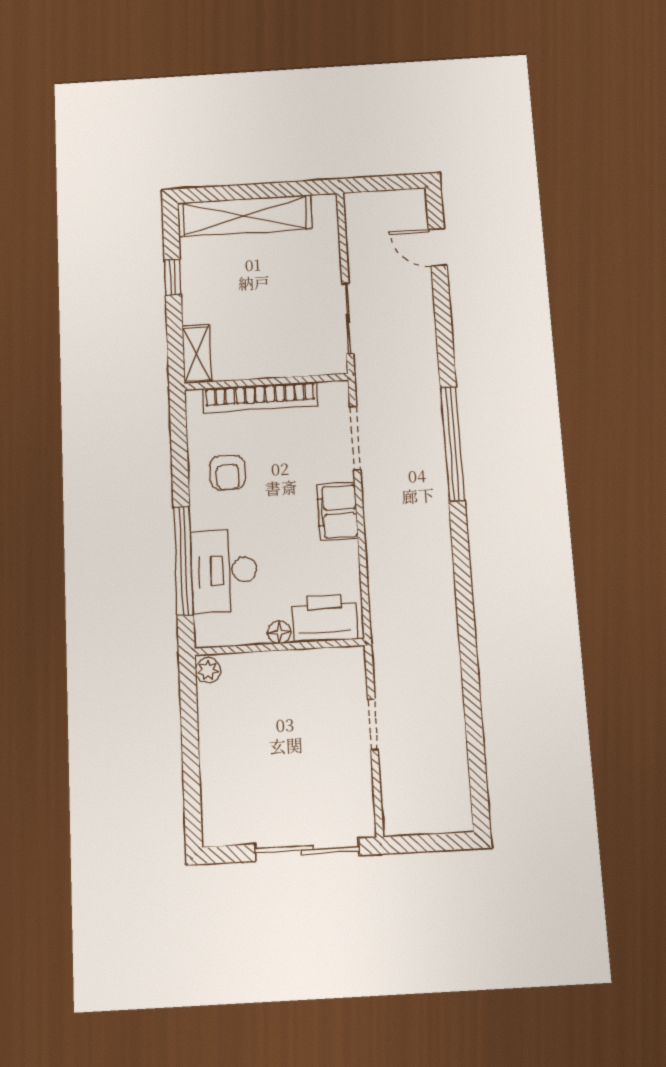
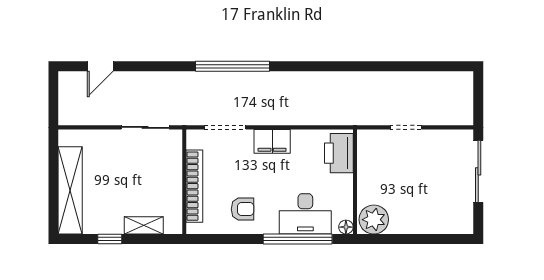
shelving: (197, 354) -> (144, 225), moved
floor lamp: (279, 632) -> (346, 227), moved
plant: (208, 670) -> (374, 220), width x1.88, depth x1.88

